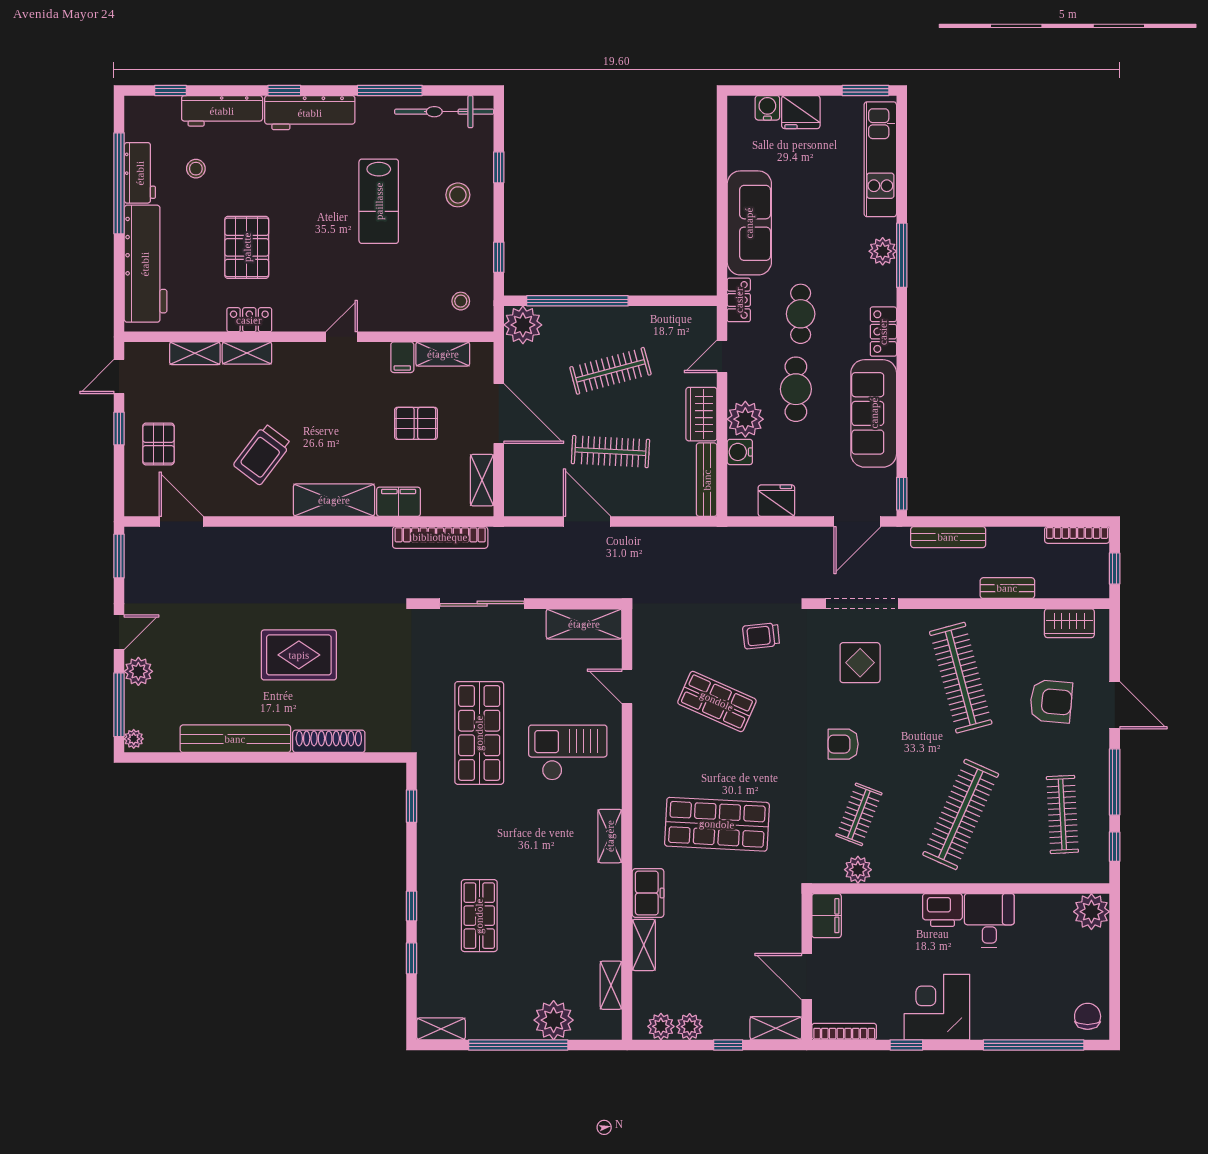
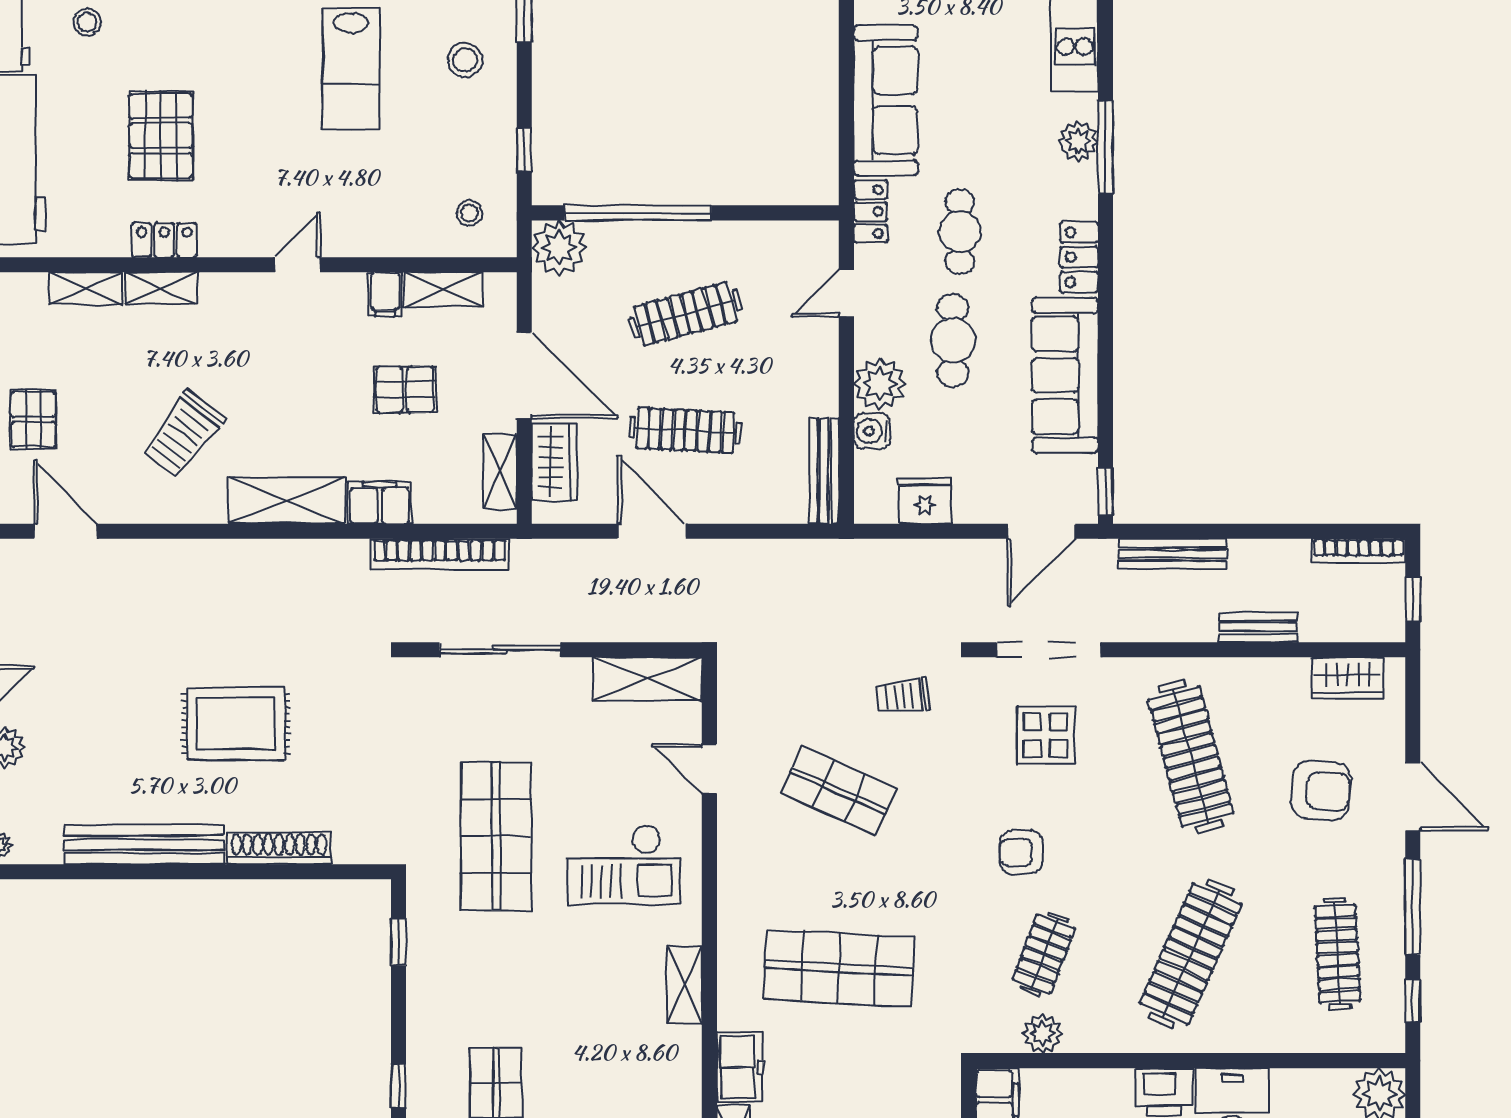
wardrobe: (701, 414) -> (554, 462), moved, turned 180
checkout: (568, 753) -> (624, 865), turned 180

